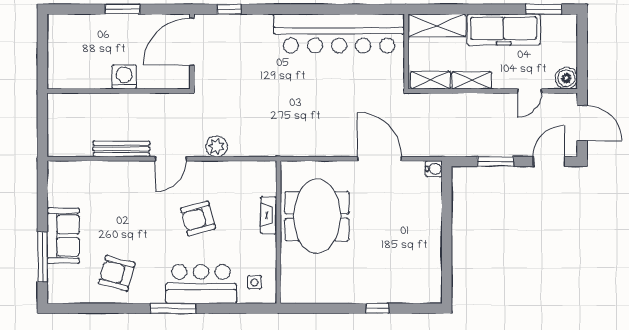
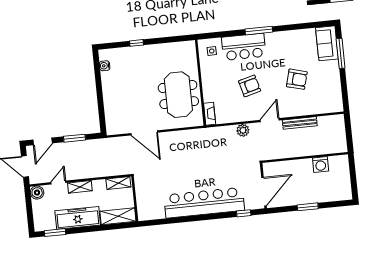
bar counter: (339, 33) -> (204, 203), moved
washing machine: (124, 77) -> (321, 164), moved
shelving: (472, 80) -> (80, 187), moved
water cooler: (434, 169) -> (105, 66), moved
fireplace: (269, 215) -> (210, 114), moved
sofa: (63, 236) -> (327, 43), moved
armchair: (117, 273) -> (297, 79), moved

